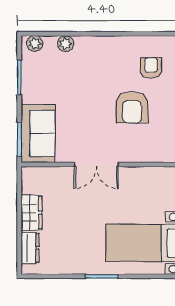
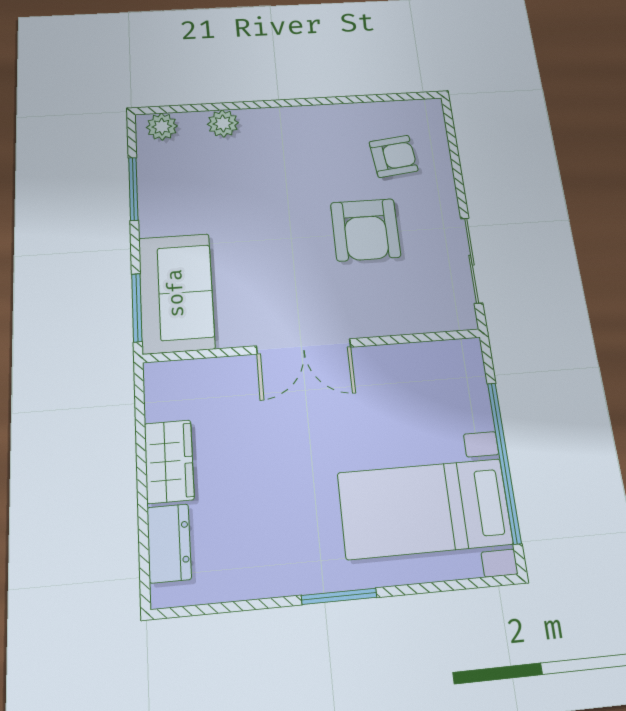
armchair: (151, 68) -> (394, 156), turned 83

